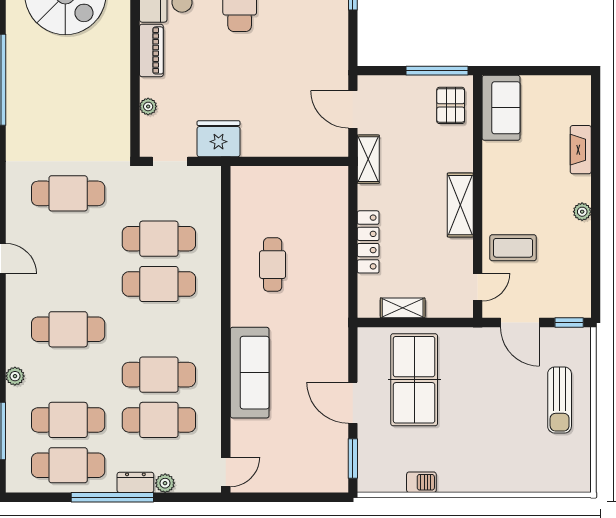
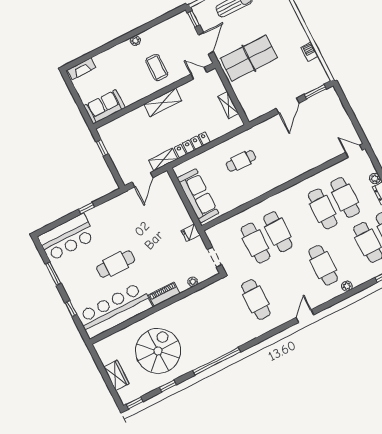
window: (437, 71) -> (102, 148), width x0.46
pallet: (451, 105) -> (116, 132), removed
fridge: (219, 139) -> (191, 233), width x0.53, depth x0.75
fireplace: (581, 150) -> (82, 69), moved
locker: (368, 242) -> (192, 145), moved
coffee table: (513, 248) -> (157, 68), moved
cafe table: (273, 265) -> (241, 161), moved
sofa: (250, 373) -> (198, 196), moved, turned 90
plant: (15, 376) -> (347, 286), moved
table tennis table: (414, 380) -> (249, 58), moved

